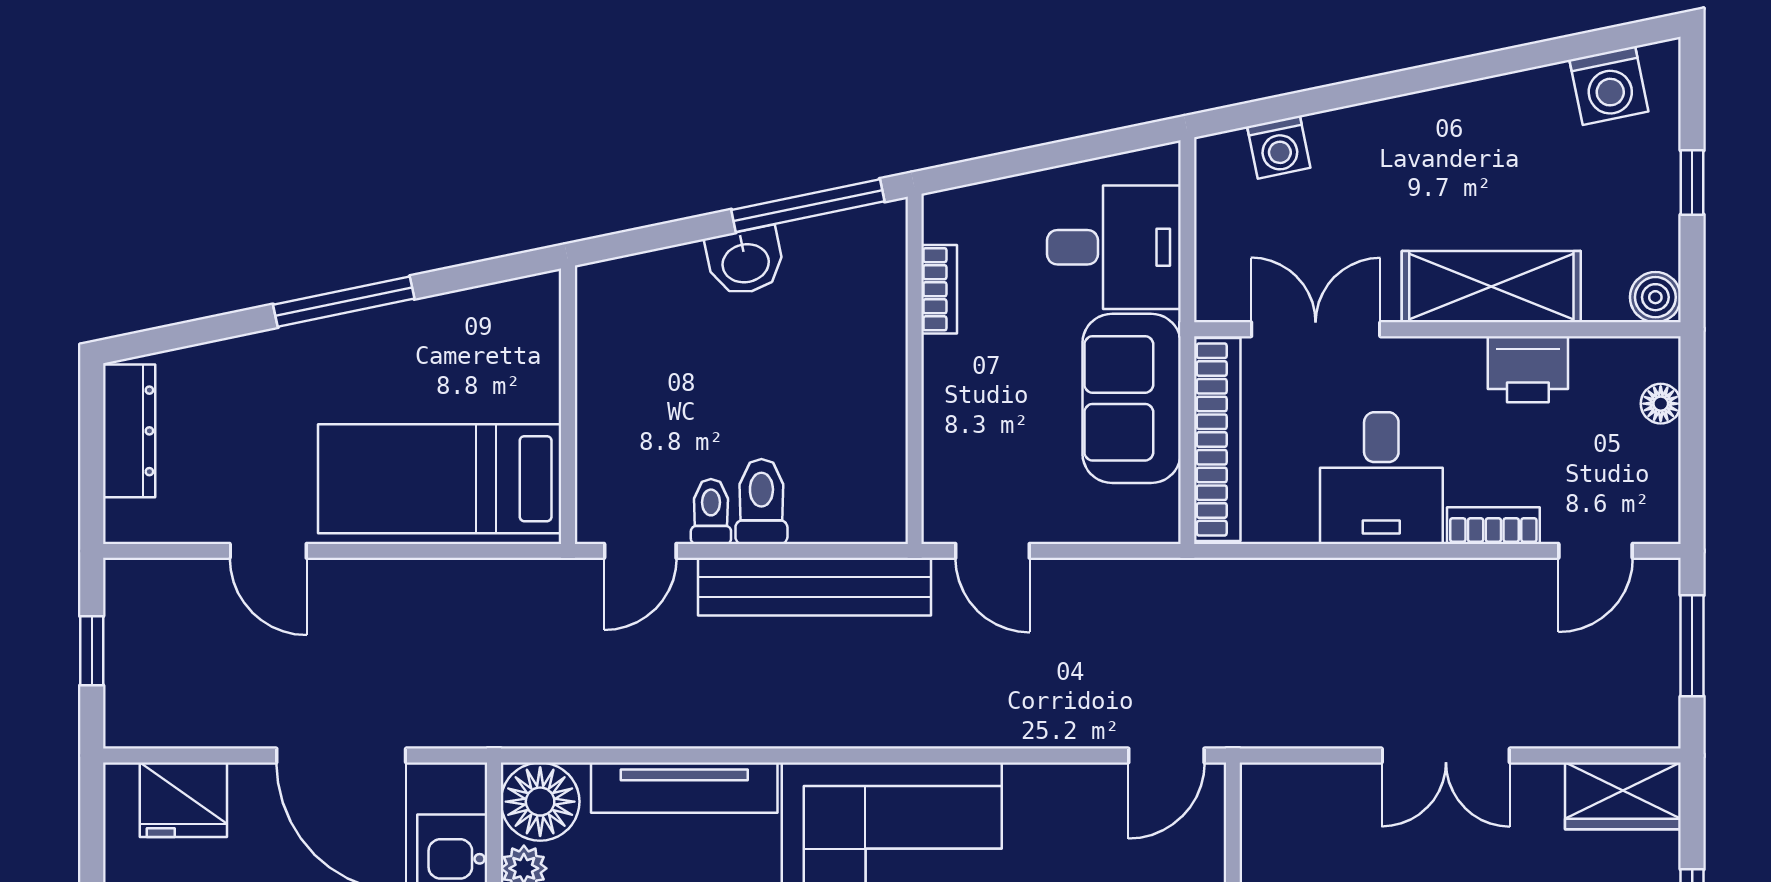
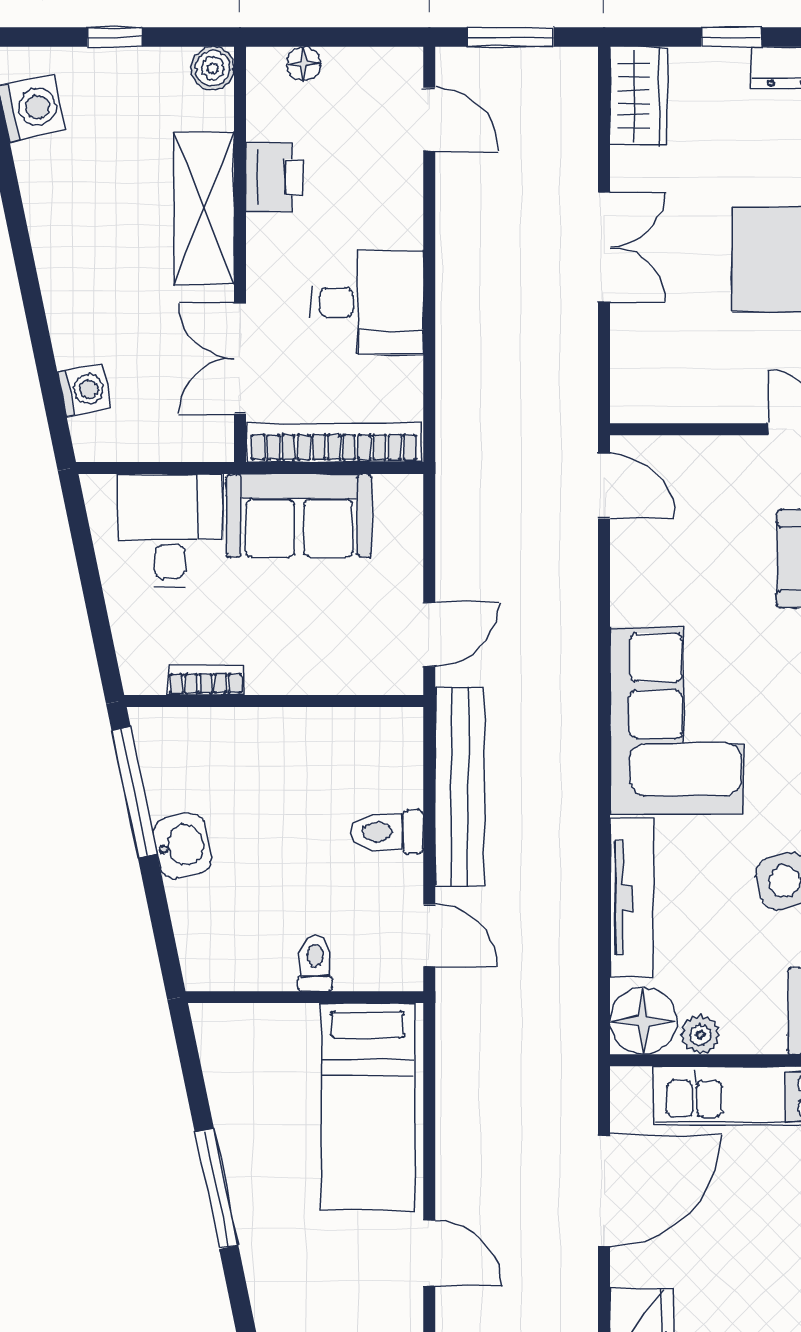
toilet: (711, 512) -> (315, 964), moved, turned 90
bookcase: (1493, 526) -> (408, 207), removed
door: (268, 551) -> (429, 1253), hinge flipped

